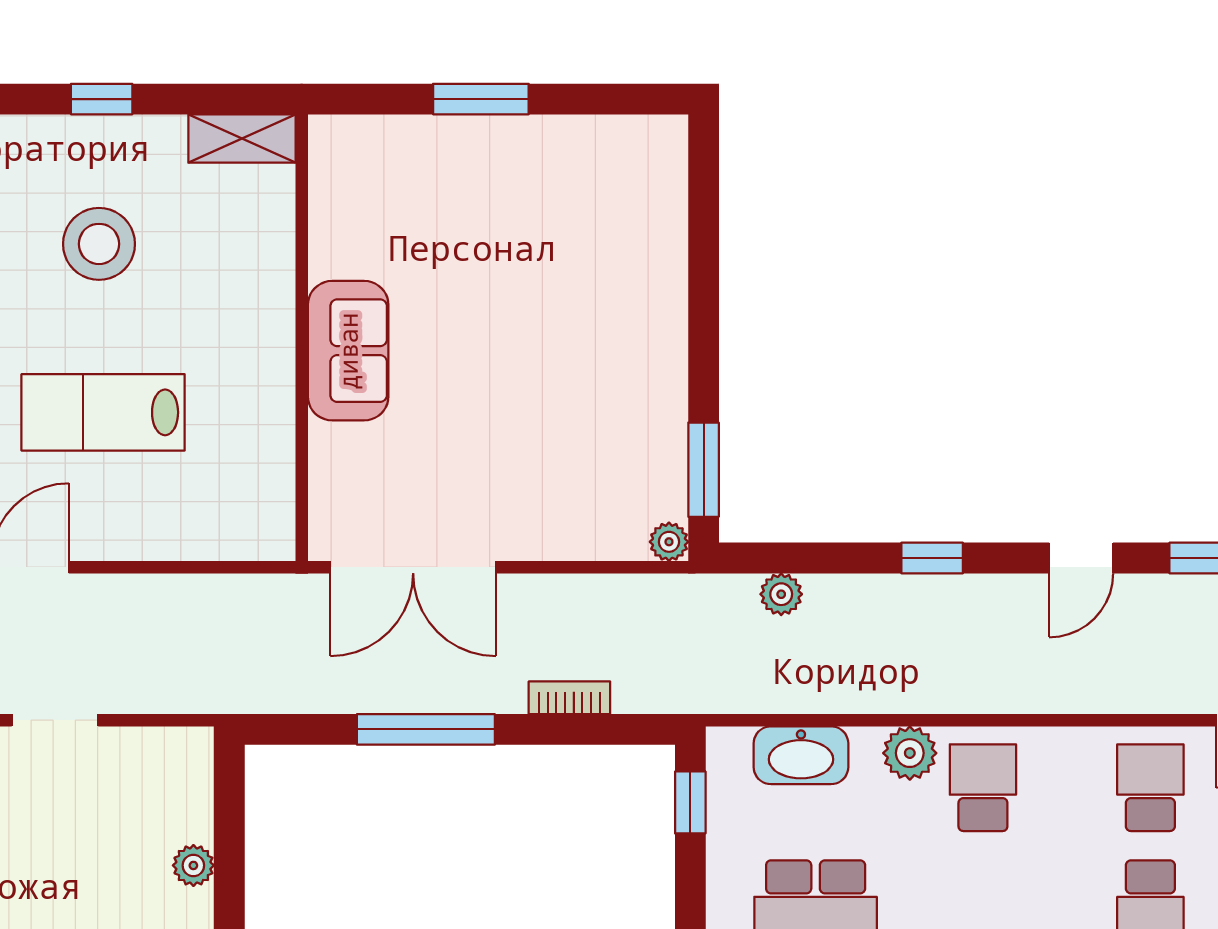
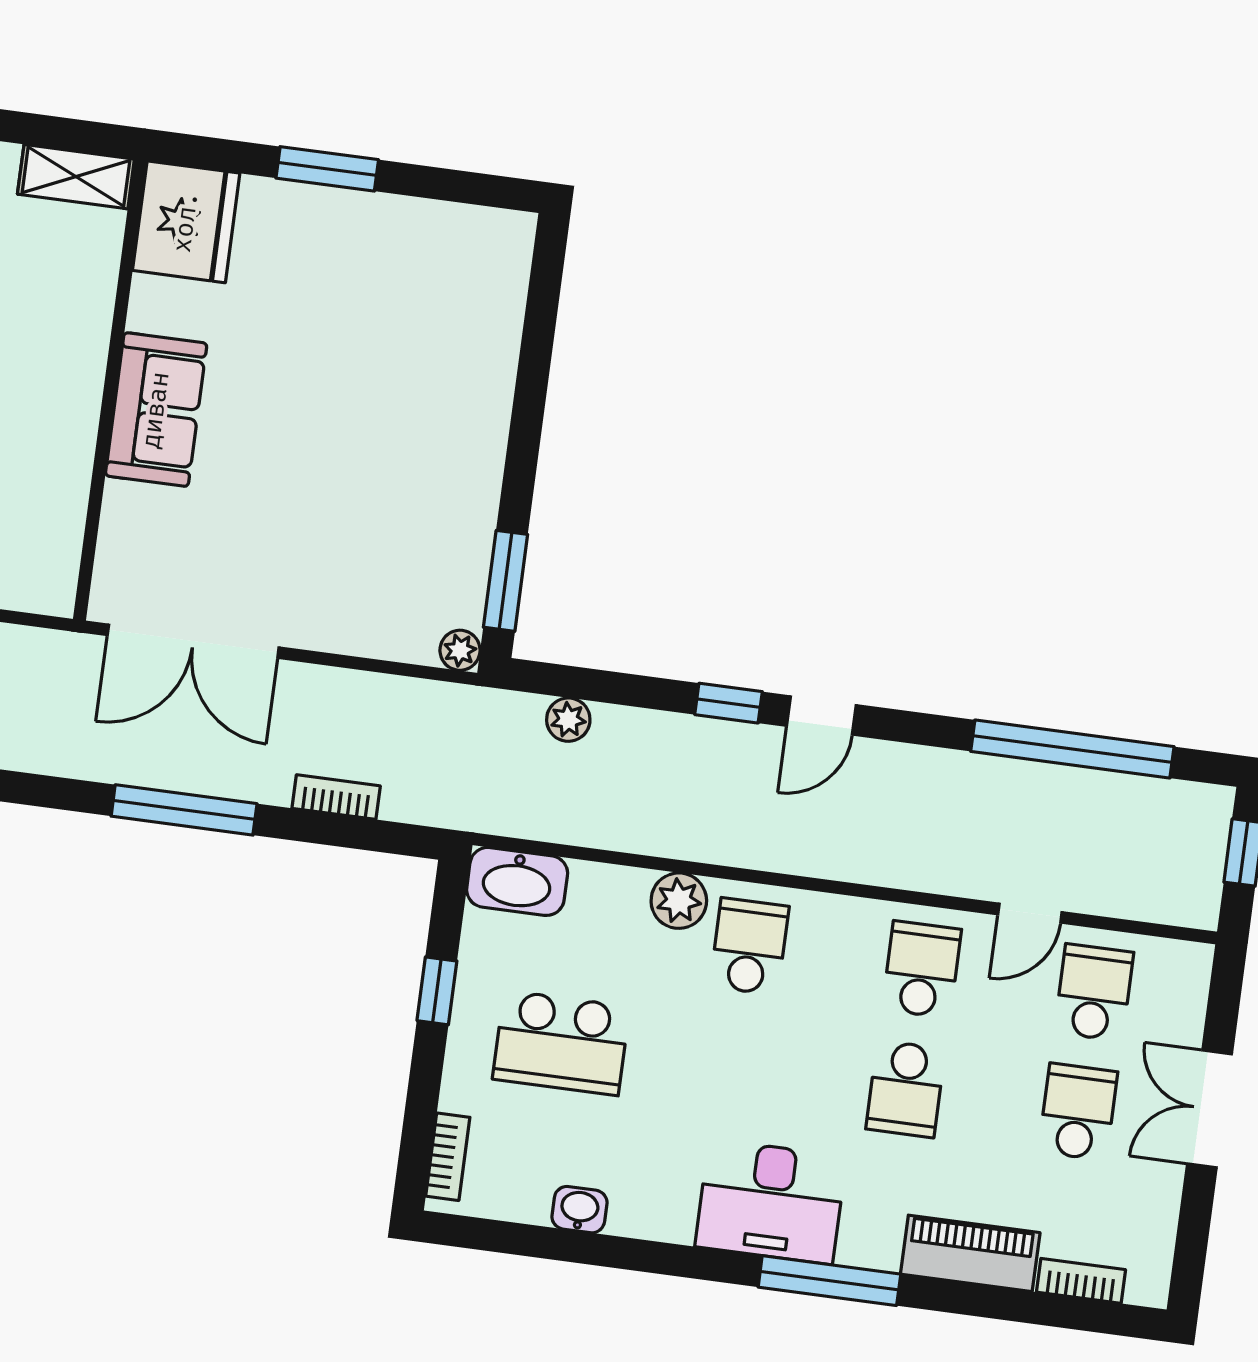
fridge: (353, 168) -> (186, 222), added
door: (1081, 558) -> (821, 715), moved
washbasin: (801, 755) -> (517, 881), moved
window: (690, 802) -> (437, 991), moved

